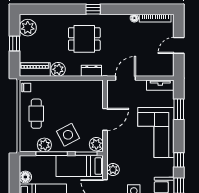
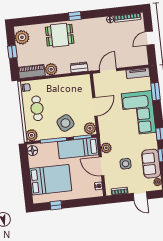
dining table: (84, 39) -> (60, 35), moved
plant: (44, 145) -> (32, 135), moved
floor lamp: (25, 177) -> (32, 151), moved

